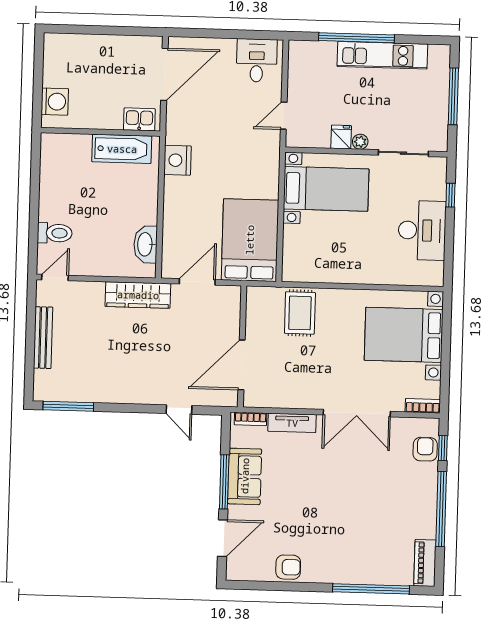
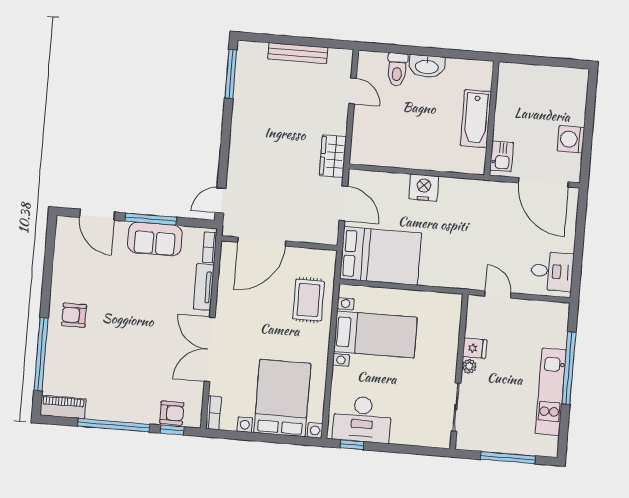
washing machine: (55, 102) -> (571, 139), moved, turned 90
bathtub: (122, 149) -> (476, 119), moved
nightstand: (178, 160) -> (424, 188), moved
bed with nightstands: (326, 189) -> (375, 334), moved, turned -90
window: (450, 195) -> (352, 445), moved
desk: (422, 230) -> (362, 419), moved
washbasin: (146, 244) -> (427, 66), moved, turned 180
door: (55, 278) -> (353, 91), moved
wardrobe: (138, 295) -> (333, 156), width x0.67
rug: (300, 313) -> (308, 300), turned 90
door: (242, 365) -> (262, 242), swing flipped
door: (179, 410) -> (220, 200), moved
armchair: (288, 567) -> (74, 315), moved, turned 90

